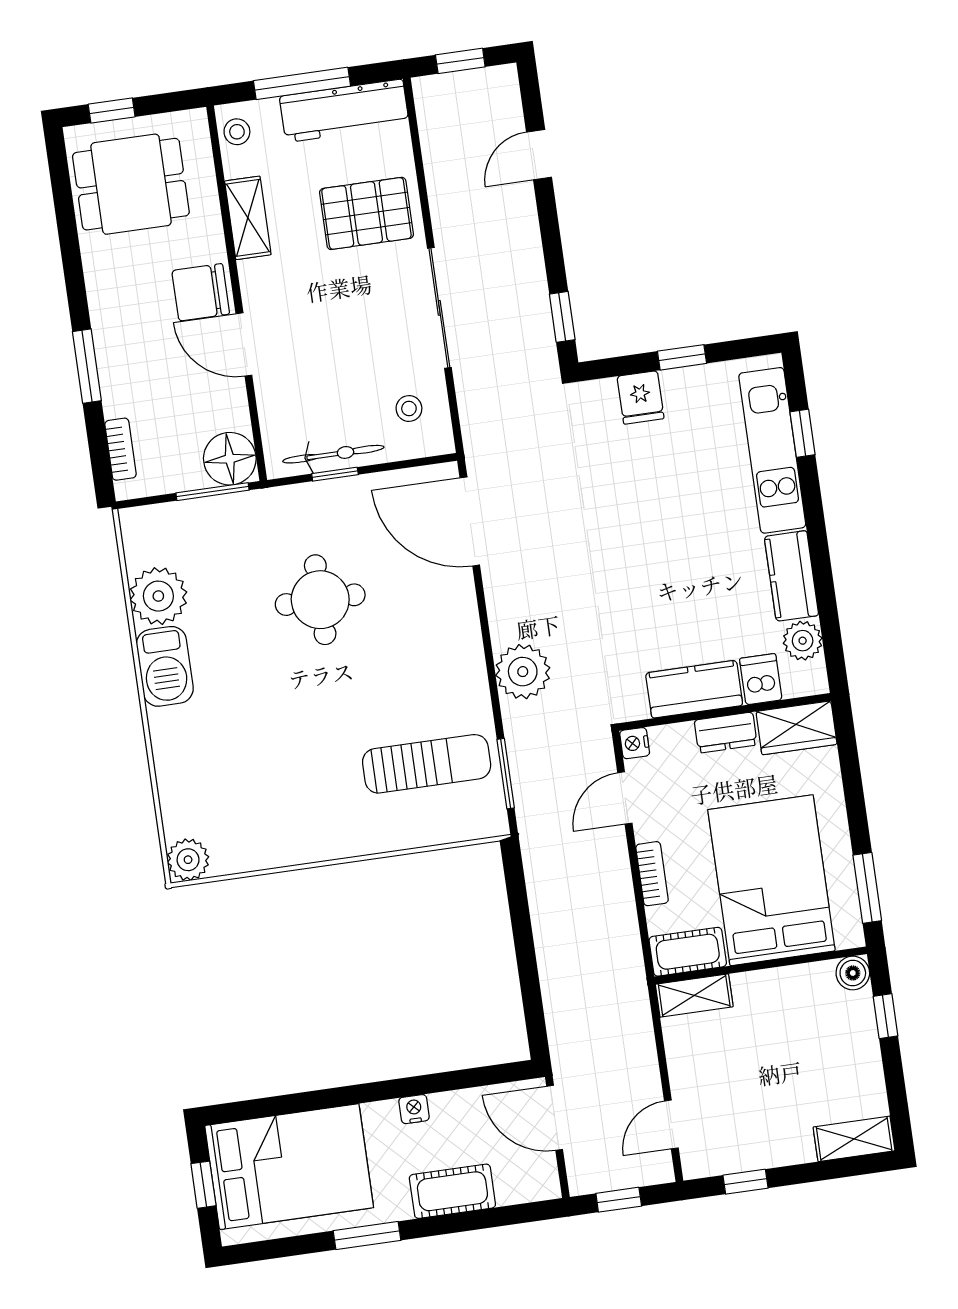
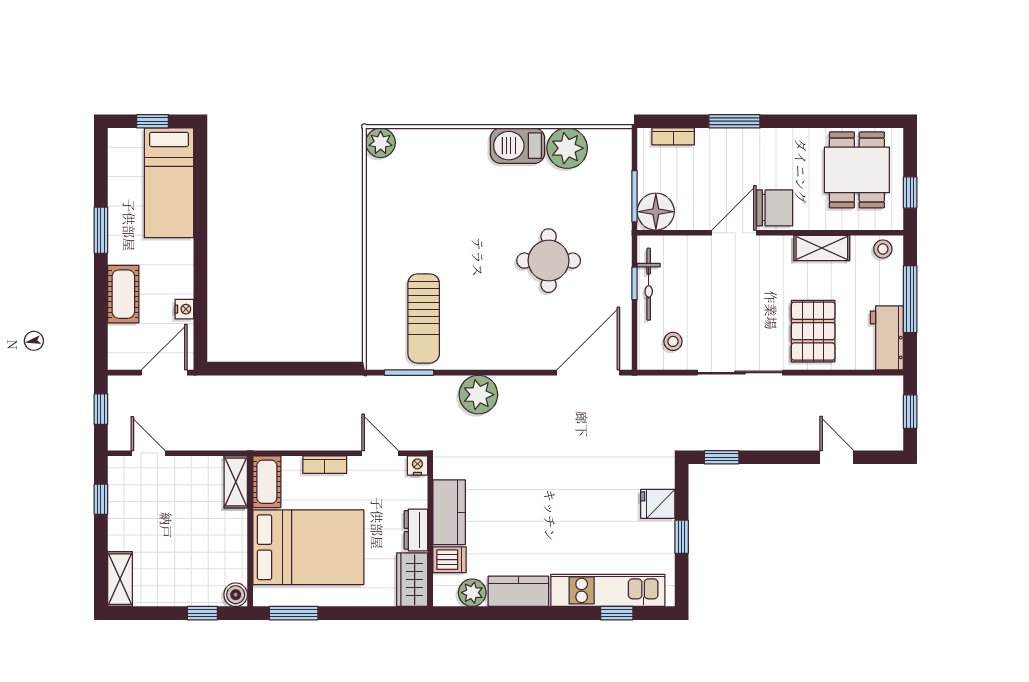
window: (112, 110) -> (910, 192), moved
workbench: (344, 111) -> (887, 338), width x0.73
chair: (201, 292) -> (775, 208), turned 90
nightstand: (414, 1109) -> (184, 309), moved
bed: (289, 1167) -> (169, 183), width x0.67

